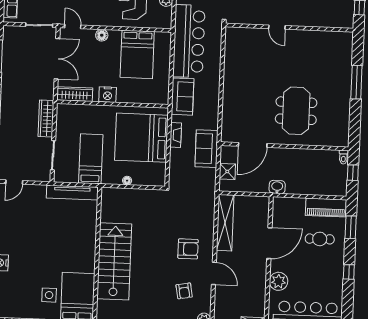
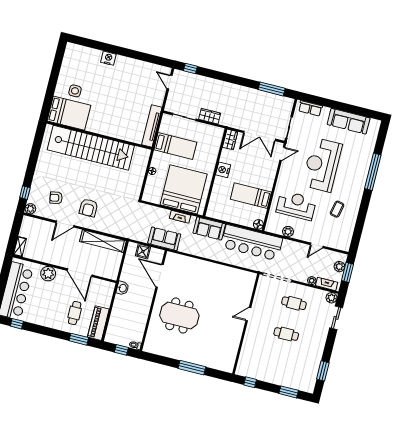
floor lamp: (102, 35) -> (258, 224), moved
bed: (137, 54) -> (251, 196), width x0.67
wardrobe: (75, 94) -> (230, 139), width x0.67
wardrobe: (46, 119) -> (210, 116), width x0.67
stairs: (114, 261) -> (91, 148), width x1.36
window: (349, 272) -> (17, 324), moved

